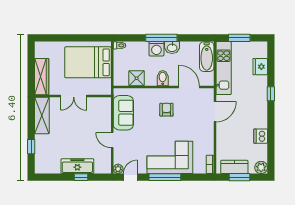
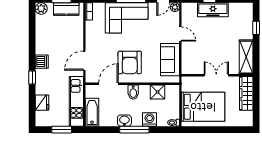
washing machine: (156, 49) -> (150, 120), moved
door: (189, 87) -> (108, 84), swing flipped
armchair: (166, 110) -> (130, 63), width x1.88, depth x1.88
dishwasher: (261, 136) -> (42, 62), moved

